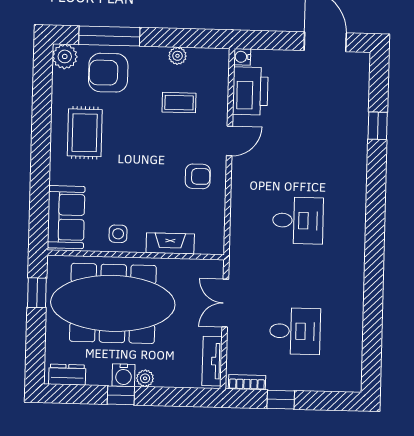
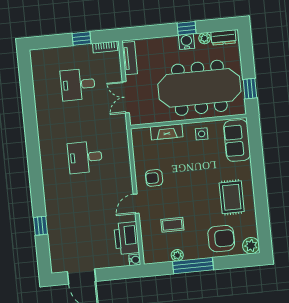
window: (109, 36) -> (193, 266), moved
double door: (225, 303) -> (126, 97), swing flipped
plant: (145, 378) -> (205, 38), moved

